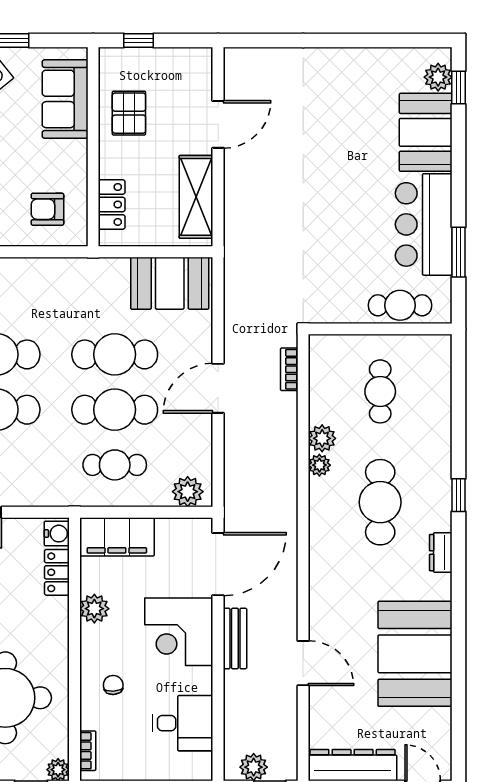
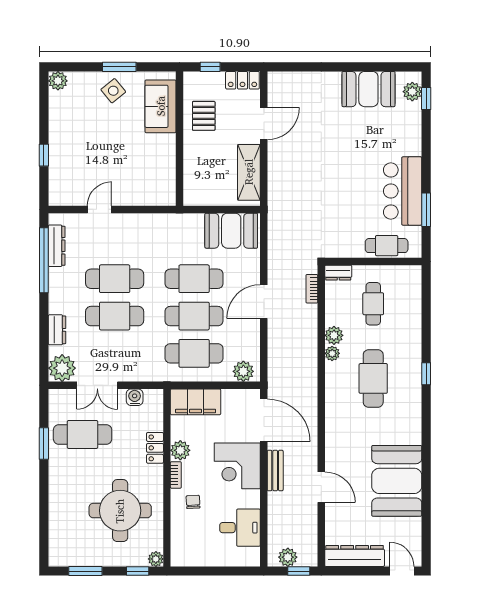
booth: (426, 132) -> (368, 89), moved, turned 90
locker: (112, 204) -> (242, 80), moved, turned 90
armchair: (47, 209) -> (149, 181), removed
cafe table: (115, 465) -> (194, 353), width x1.37, depth x1.35
water cooler: (57, 534) -> (135, 397), moved, turned -90
dresser: (441, 553) -> (338, 273), moved, turned -90
door: (218, 564) -> (264, 420), hinge flipped
locker: (57, 572) -> (155, 448), moved
bookcase: (88, 751) -> (176, 475), moved

